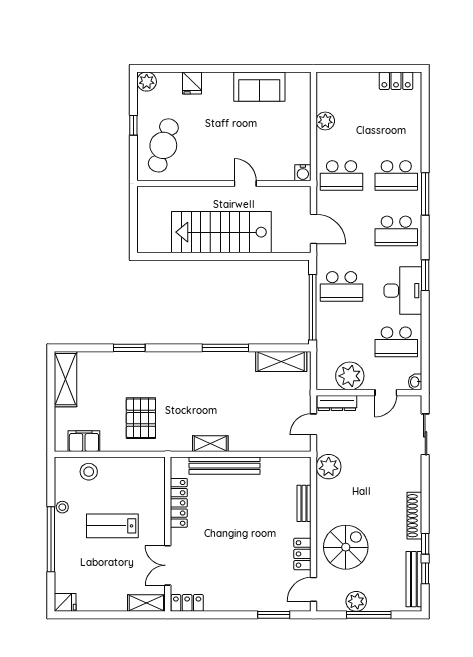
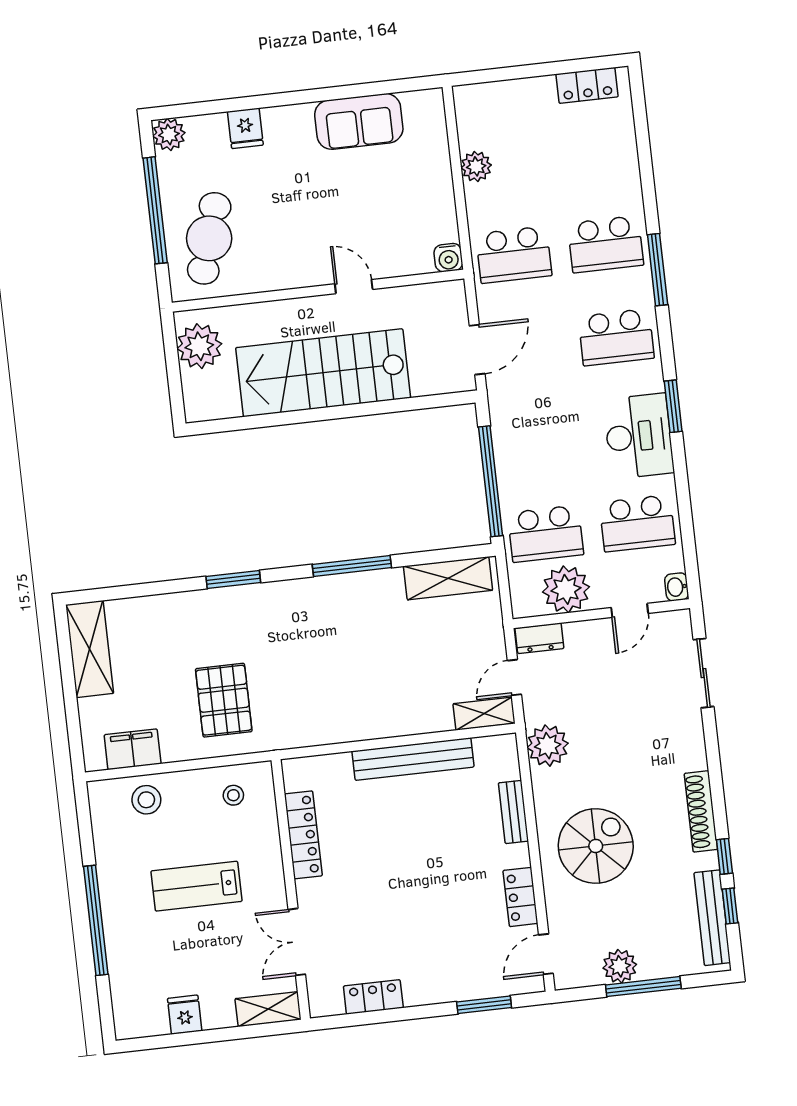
window: (133, 125) -> (155, 210), width x3.17
plant: (150, 208) -> (199, 346), added
door: (314, 229) -> (477, 350), hinge flipped
school desk: (342, 286) -> (546, 534), moved
window: (129, 348) -> (233, 579), moved
dresser: (337, 403) -> (539, 638), width x0.70
shelving: (210, 444) -> (484, 714), moved
bench: (224, 466) -> (413, 759), moved
stool: (62, 507) -> (233, 795), moved
spiral stairs: (346, 547) -> (596, 846), moved
fridge: (65, 602) -> (185, 1015), moved, turned -90
locker: (187, 603) -> (373, 997), moved

